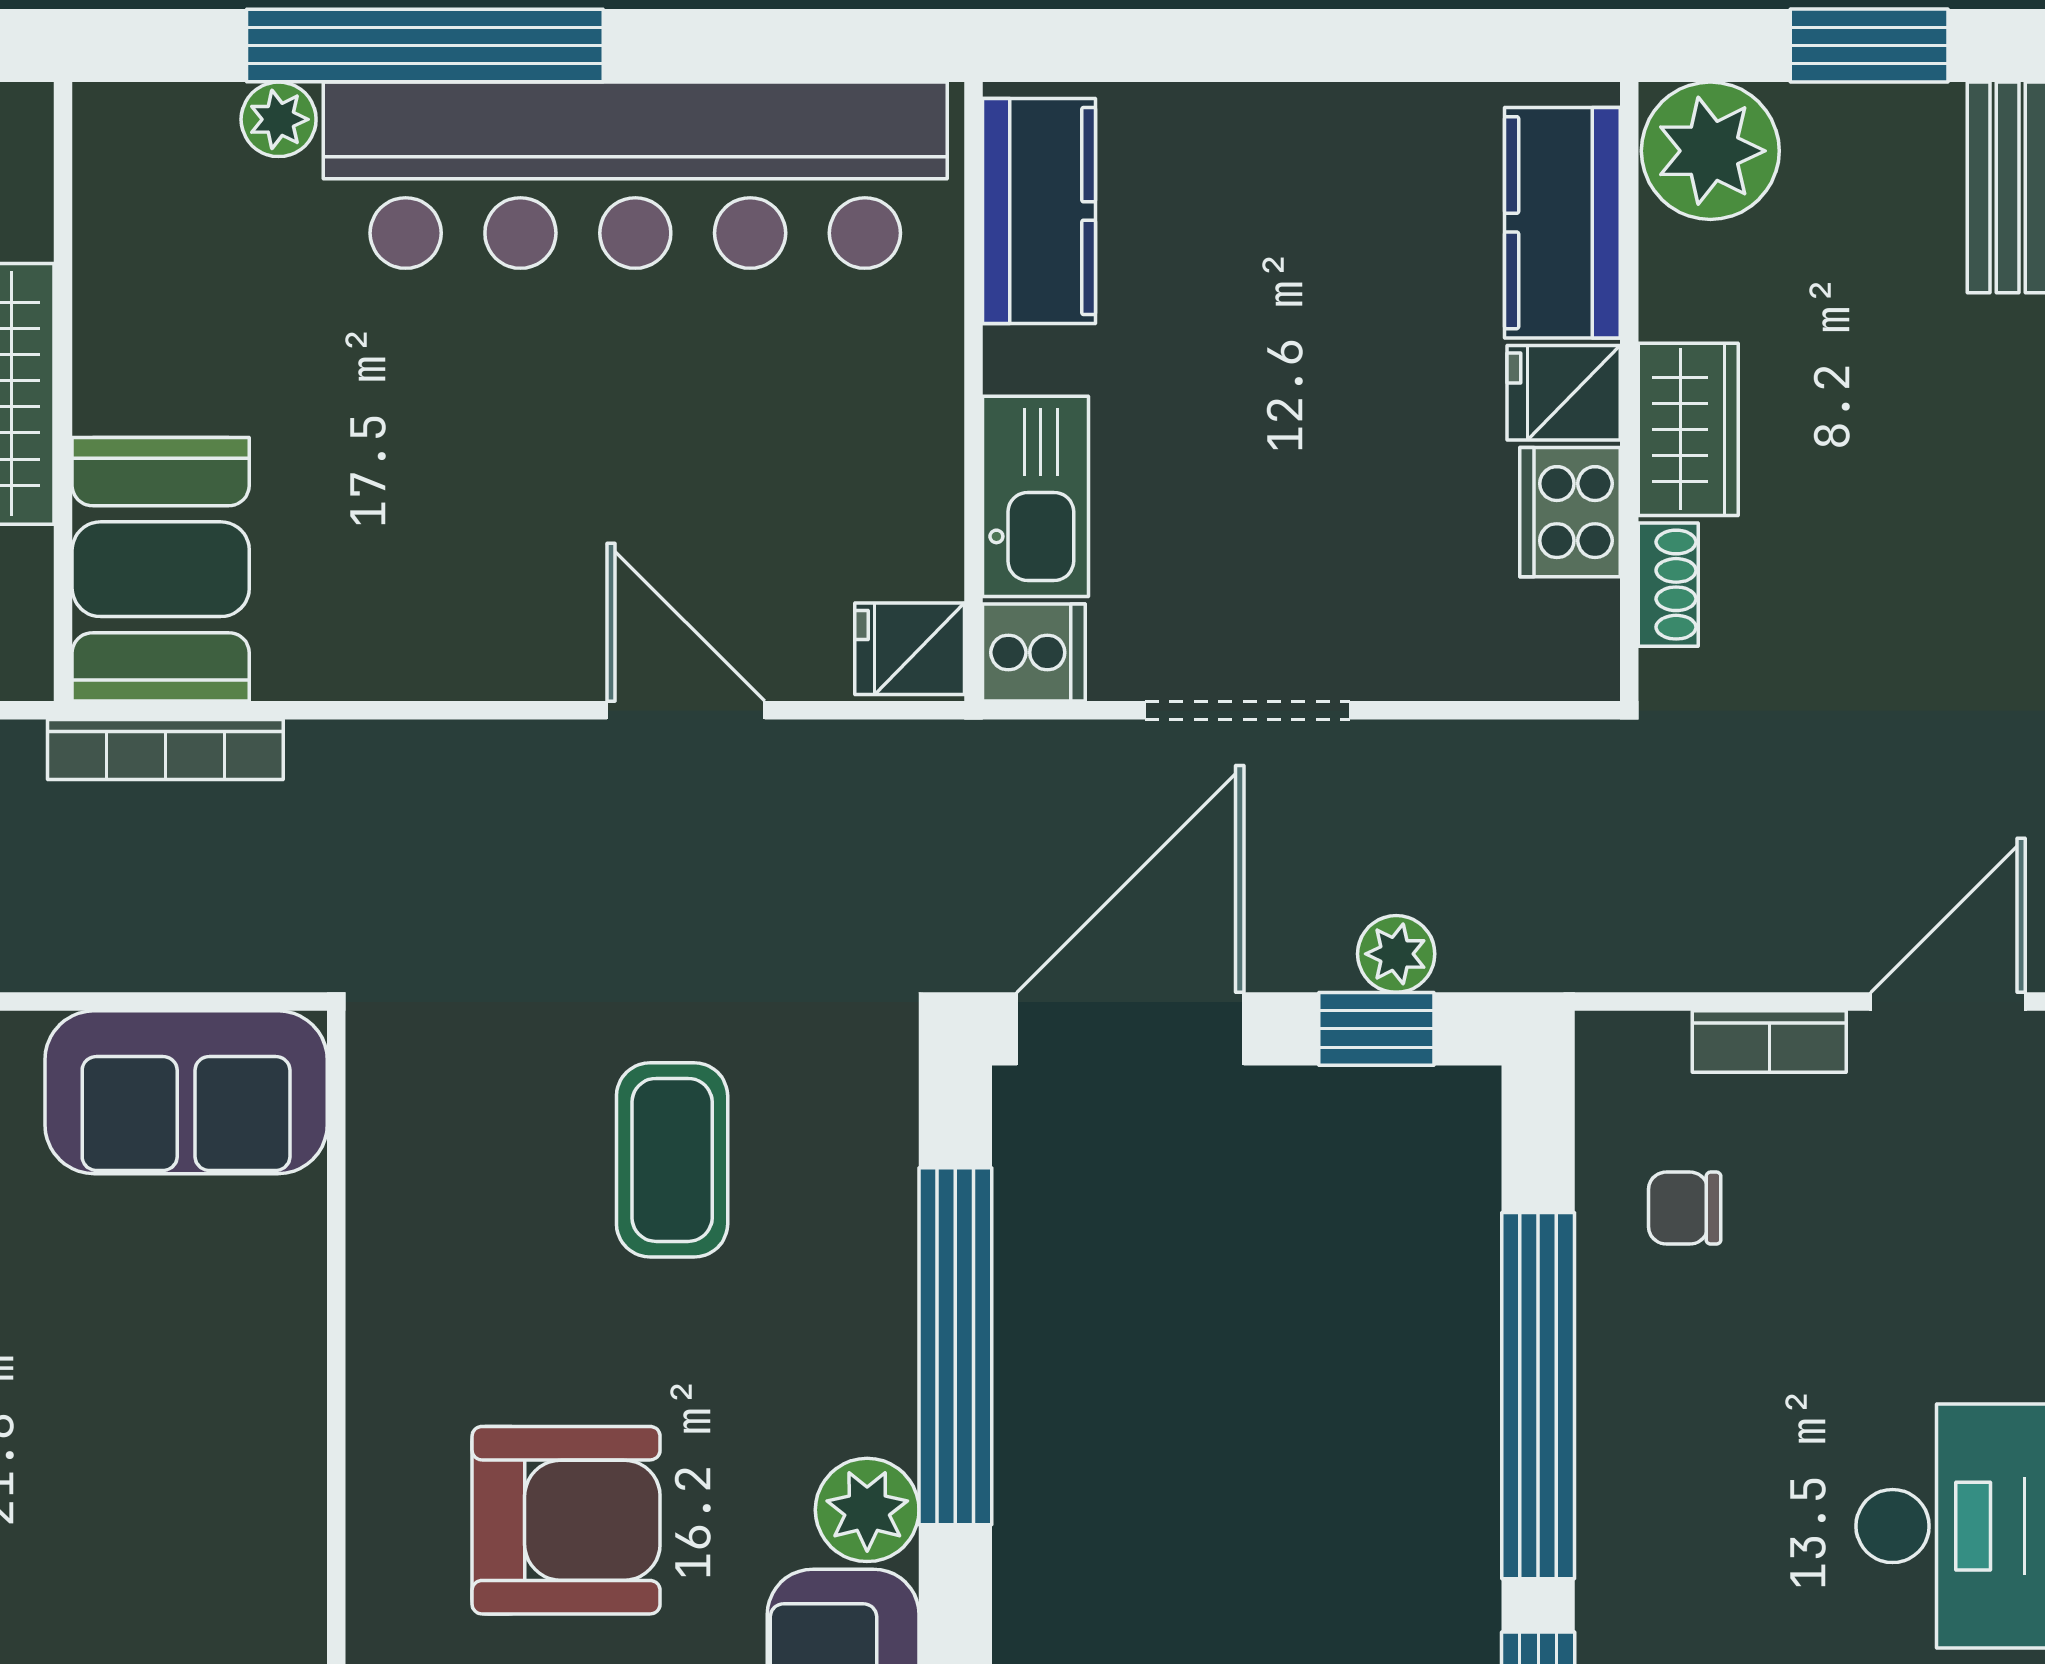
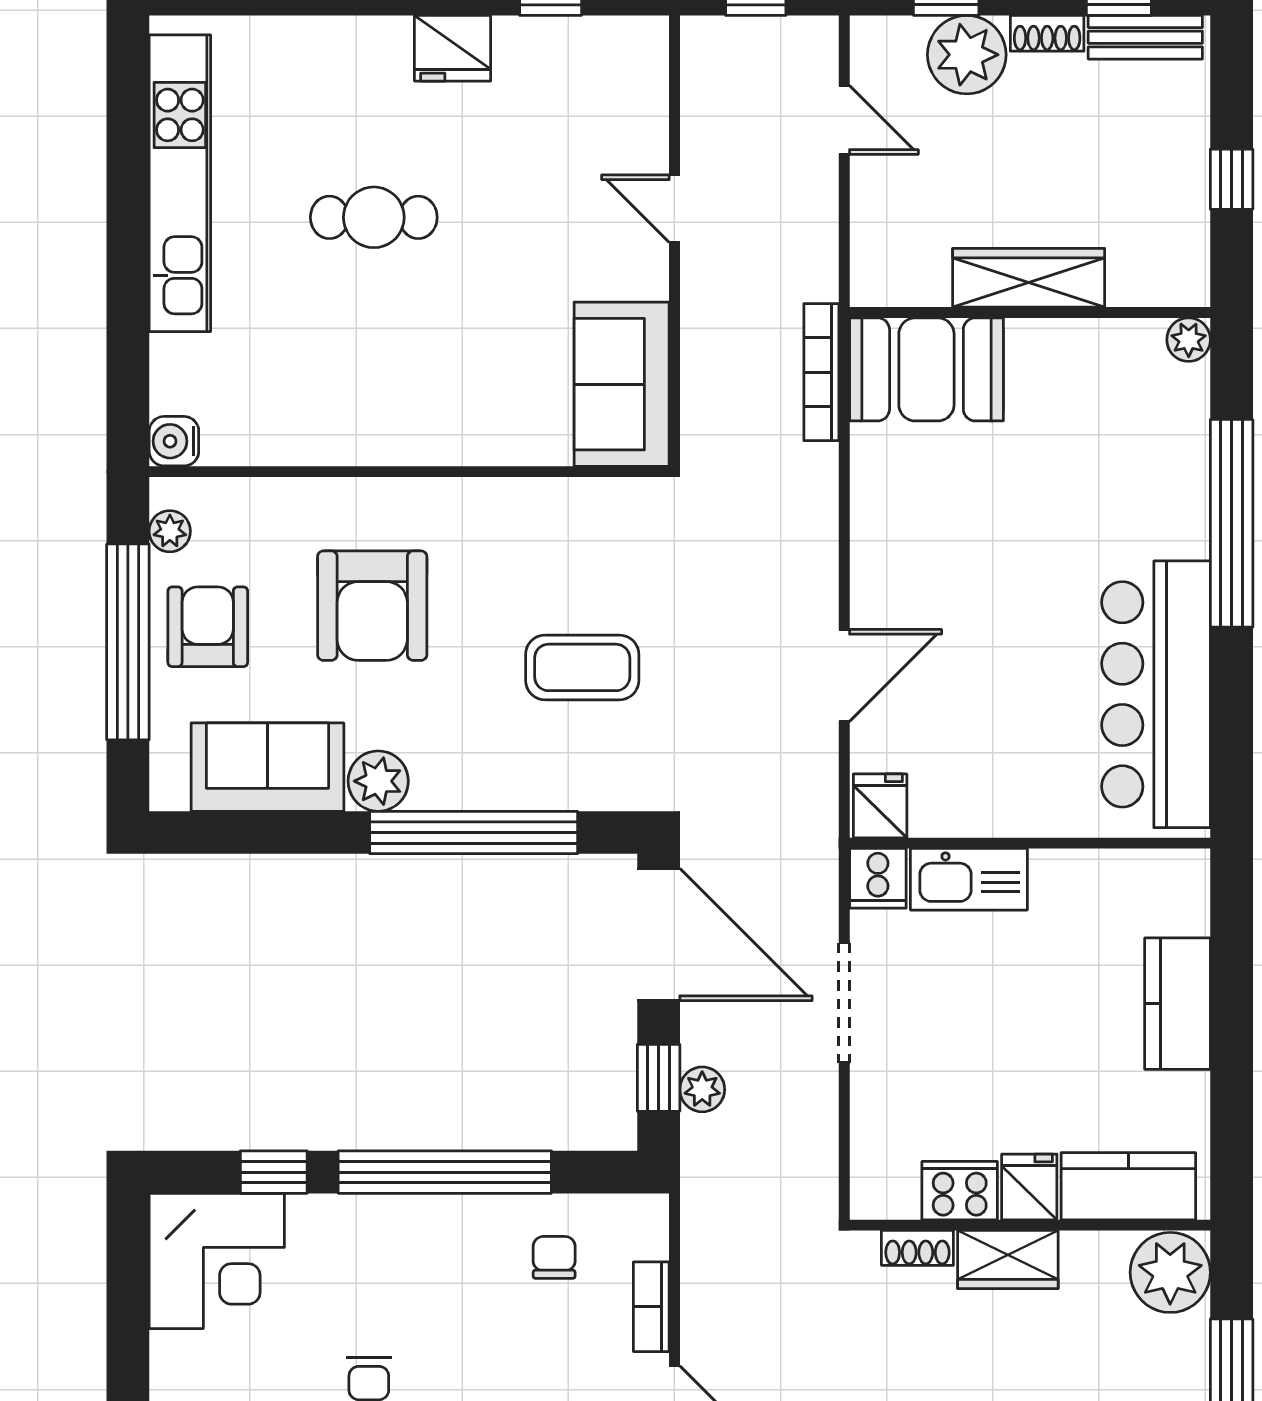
plant: (279, 119) -> (1189, 340), moved
bar counter: (635, 175) -> (1156, 694), width x0.73
kitchen counter: (1039, 211) -> (1178, 1004), moved, turned 90

